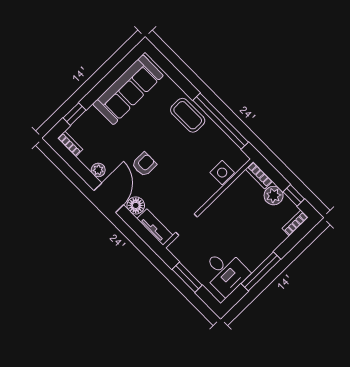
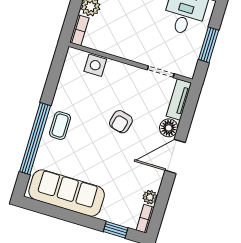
coffee table: (188, 115) -> (60, 126), width x0.73, depth x0.77
window: (221, 121) -> (35, 139), moved
armchair: (144, 164) -> (121, 122), moved, turned -76
plant: (98, 170) -> (150, 197), moved

